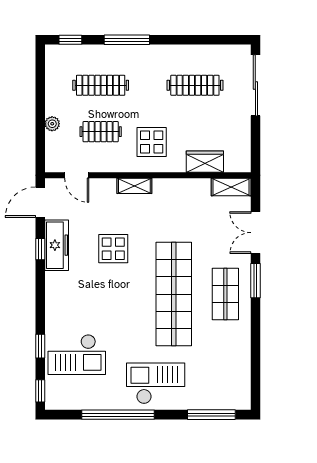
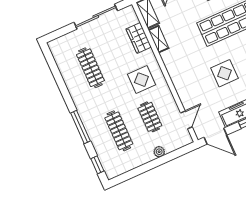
sliding door: (255, 85) -> (96, 17), moved
shelving: (134, 186) -> (159, 39), moved

